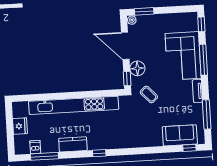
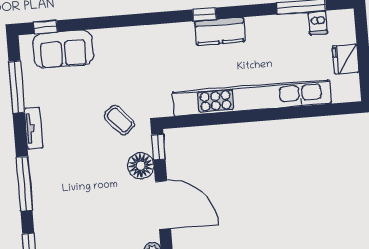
corner sofa: (183, 56) -> (60, 190), removed
kitchen counter: (73, 144) -> (220, 31), moved

